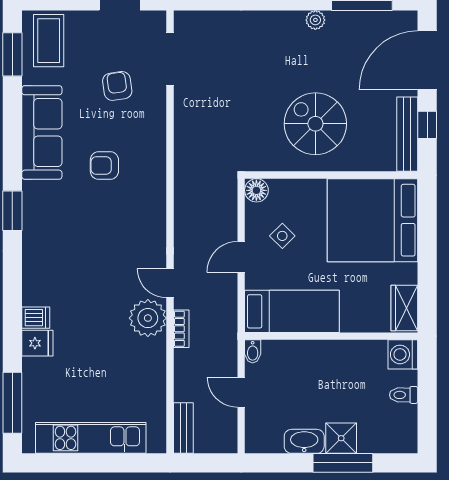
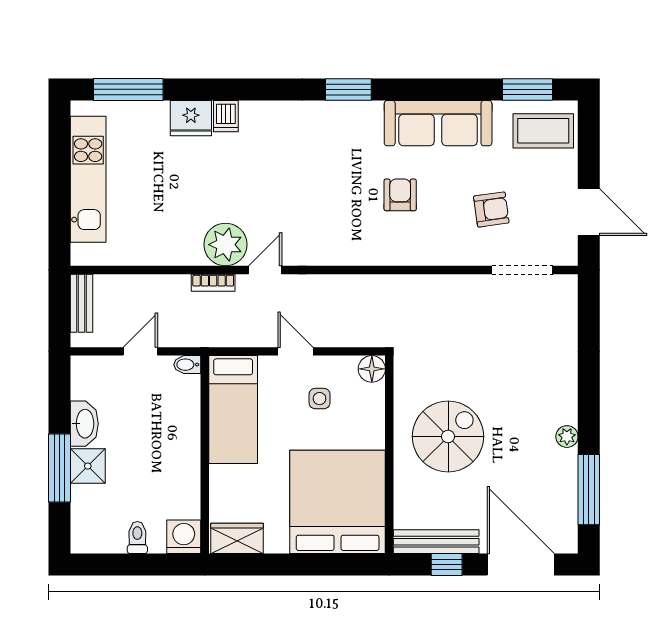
side table: (282, 236) -> (320, 399), turned 45
fridge: (37, 343) -> (191, 118), width x1.38
bench: (183, 428) -> (81, 303), moved, turned 90

